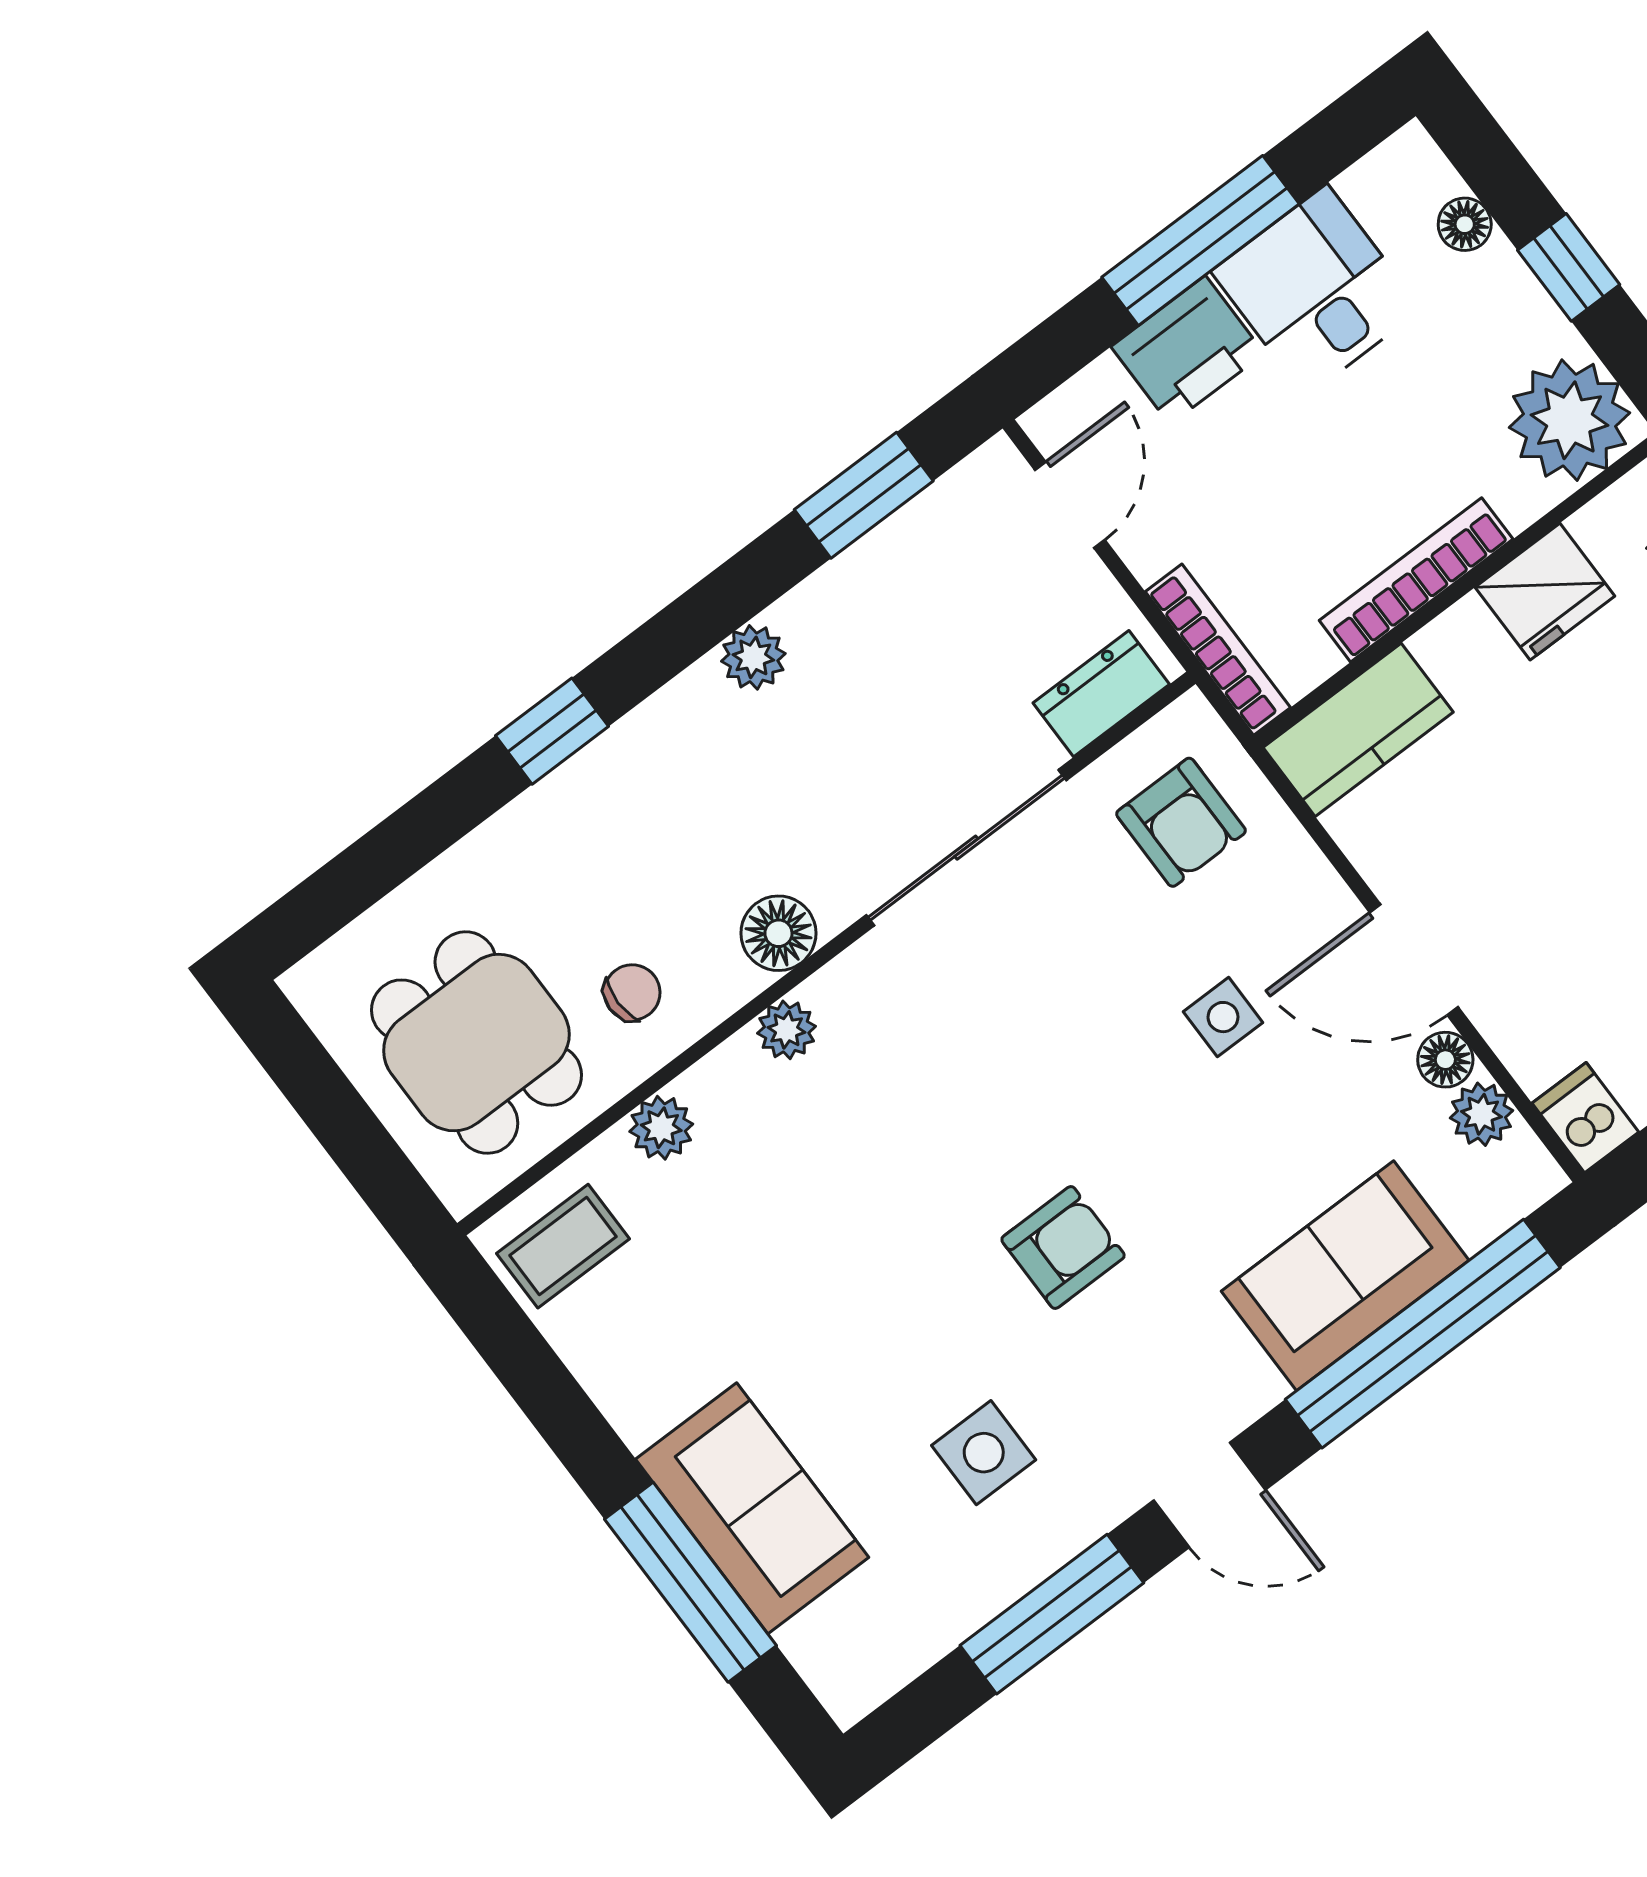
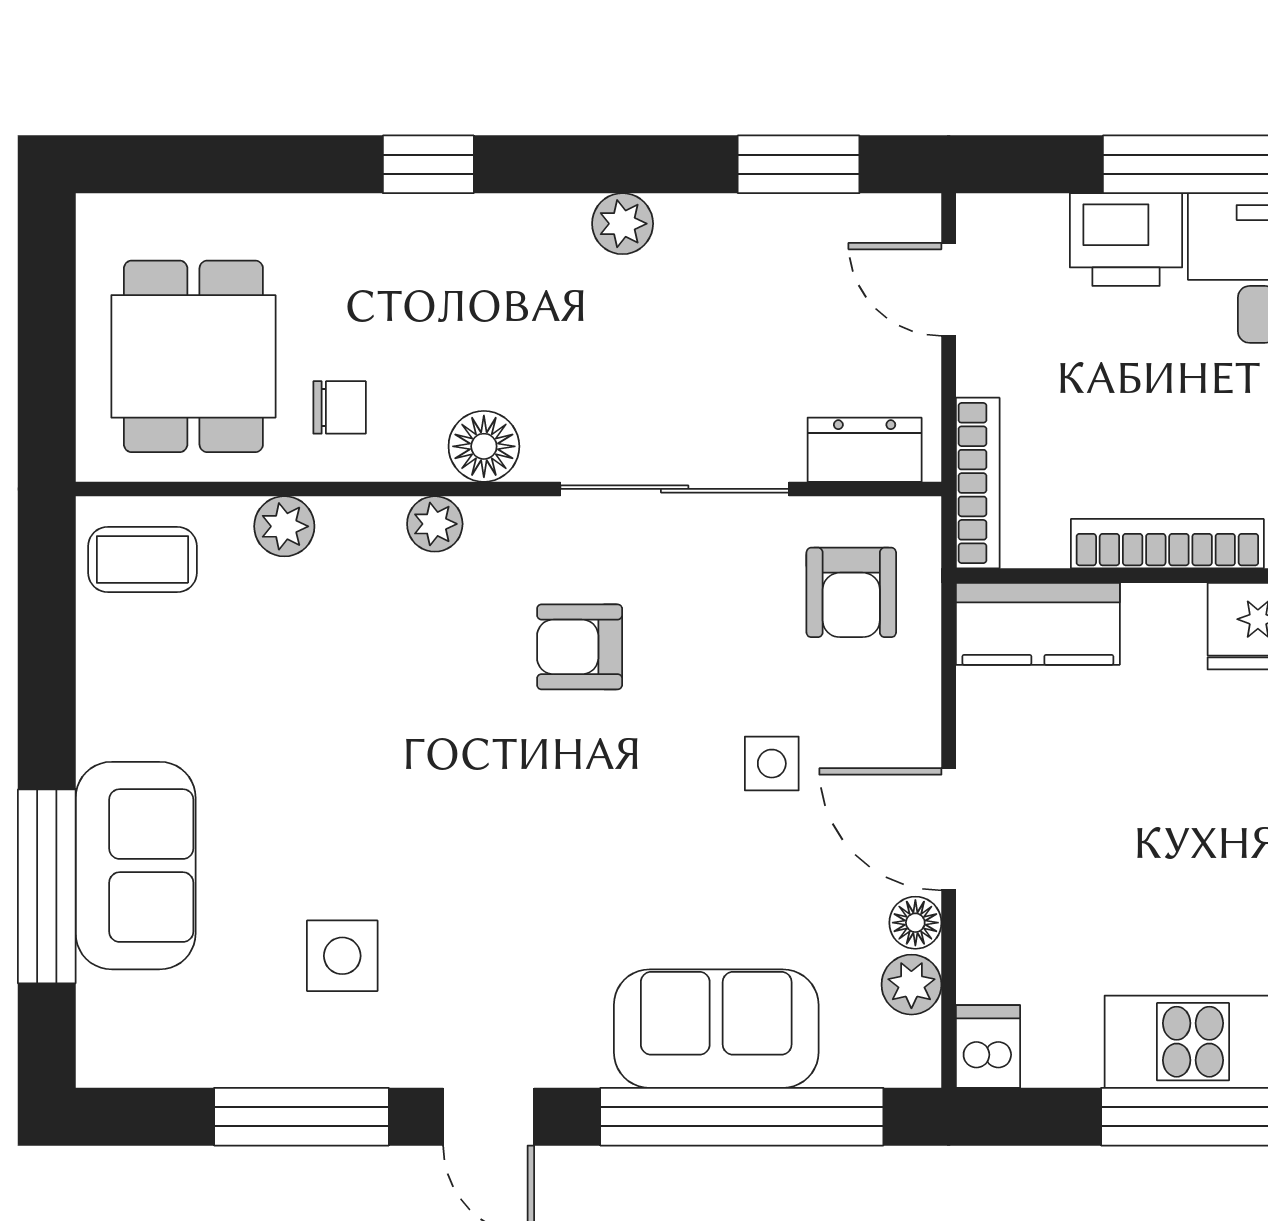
door: (1070, 505) -> (949, 289), swing flipped
armchair: (1063, 1248) -> (580, 647), moved, turned 180

